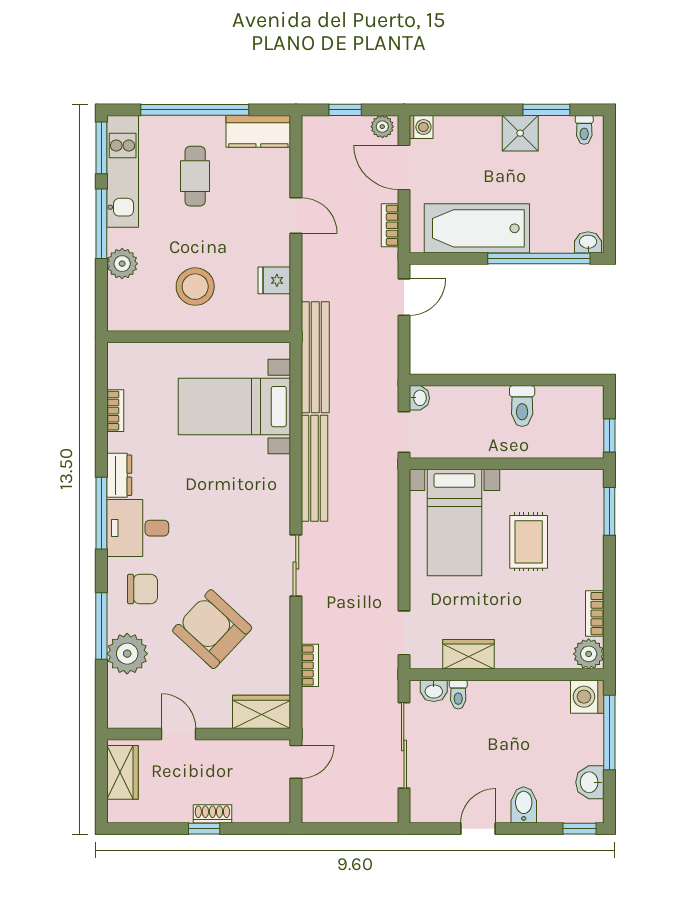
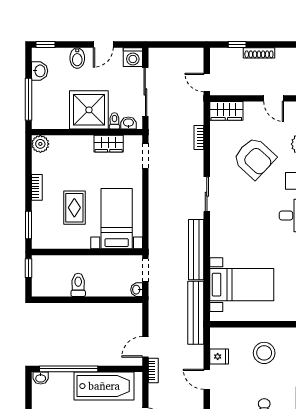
door: (296, 215) -> (207, 379), moved
bookcase: (390, 225) -> (153, 370), moved
bookcase: (595, 614) -> (37, 187), moved
washing machine: (587, 697) -> (133, 57), moved, turned 90
shower: (503, 714) -> (89, 110), added
door: (296, 762) -> (207, 83), hinge flipped
shoe rack: (212, 814) -> (259, 53), width x1.43
window: (204, 829) -> (237, 45), moved

